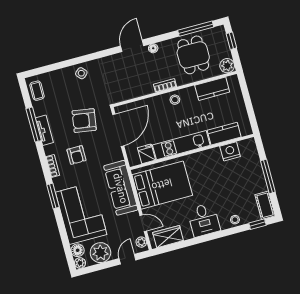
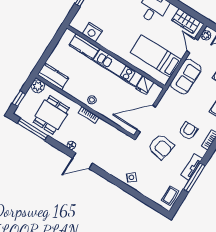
kitchen counter: (212, 89) -> (53, 76), moved
bed: (162, 185) -> (156, 56), width x0.67
sofa: (121, 188) -> (186, 77), width x0.73

